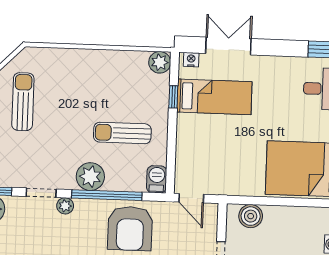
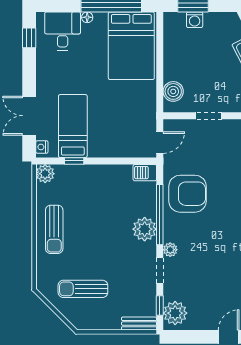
sun lounger: (122, 133) -> (54, 229), moved

